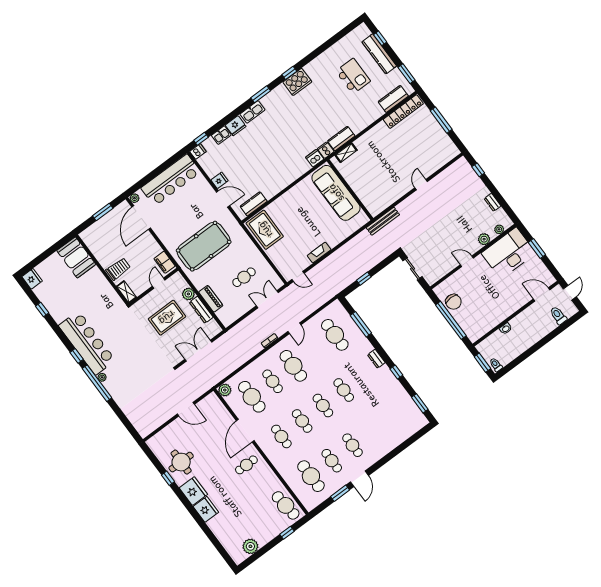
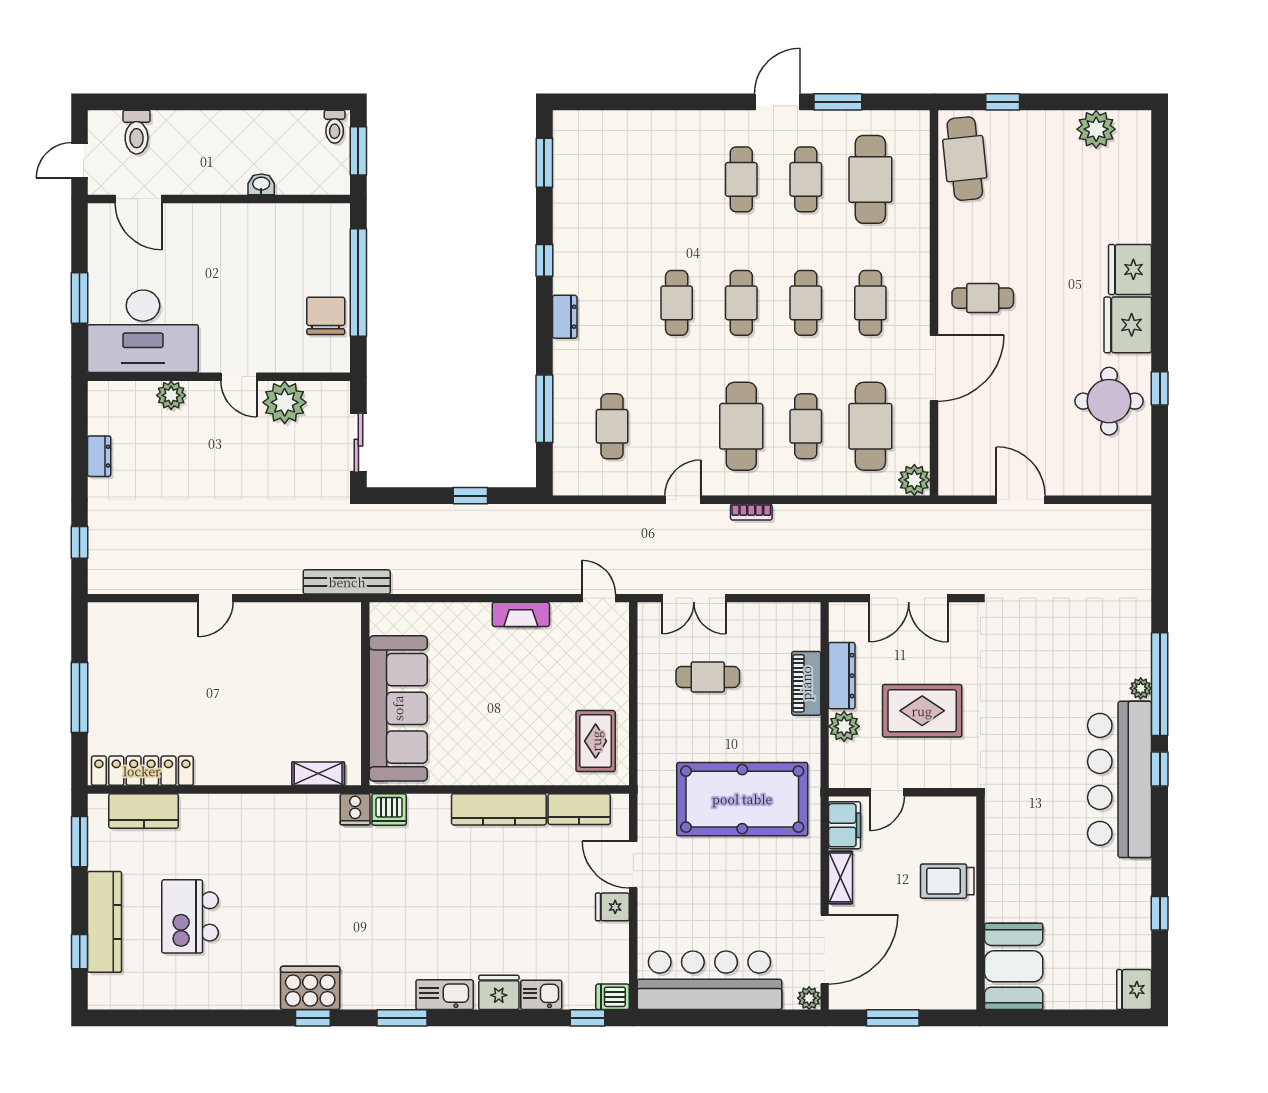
kitchen counter: (341, 138) -> (499, 809), moved, width x1.50
plant: (499, 229) -> (285, 402), moved, width x1.88, depth x1.88
rug: (265, 230) -> (596, 741), width x0.73, depth x0.70
shelving: (127, 292) -> (841, 877), moved
cafe table: (335, 335) -> (612, 426), width x0.73, depth x0.74

